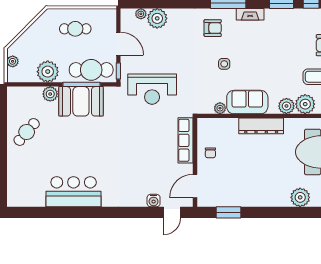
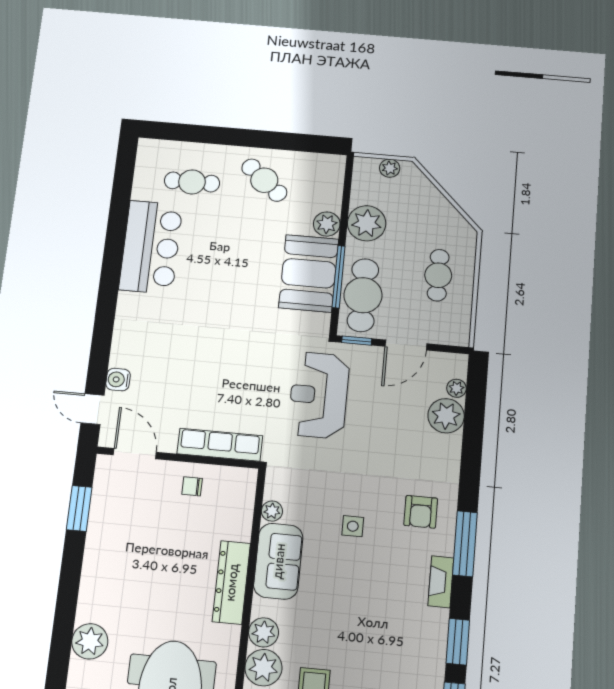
cafe table: (32, 173) -> (192, 182), added

